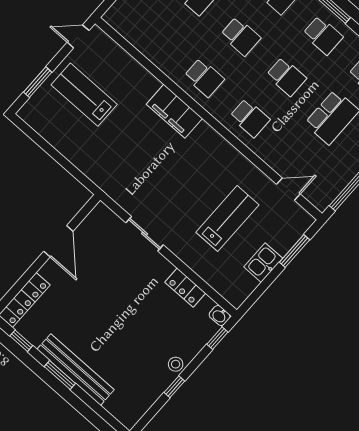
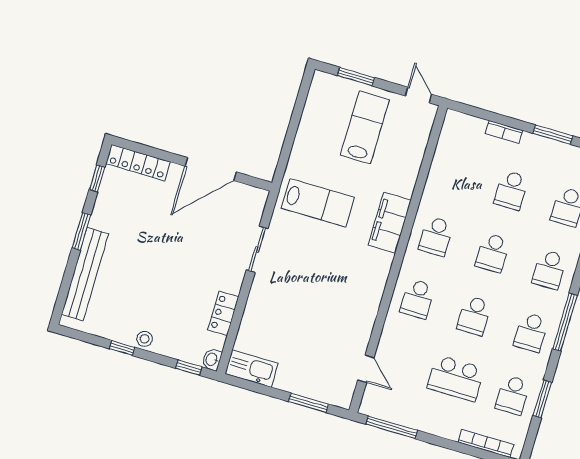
lab bench: (227, 219) -> (318, 203), moved
door: (58, 241) -> (211, 169), width x1.36
kitchen sink: (263, 263) -> (252, 368), moved, width x1.38
bench: (76, 370) -> (85, 274), moved

